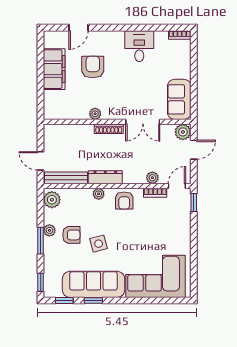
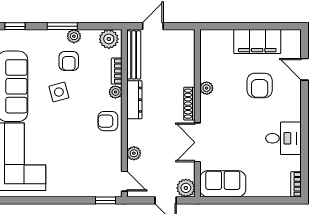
armchair: (93, 67) -> (260, 85), turned 90
bookcase: (155, 193) -> (117, 71), moved

